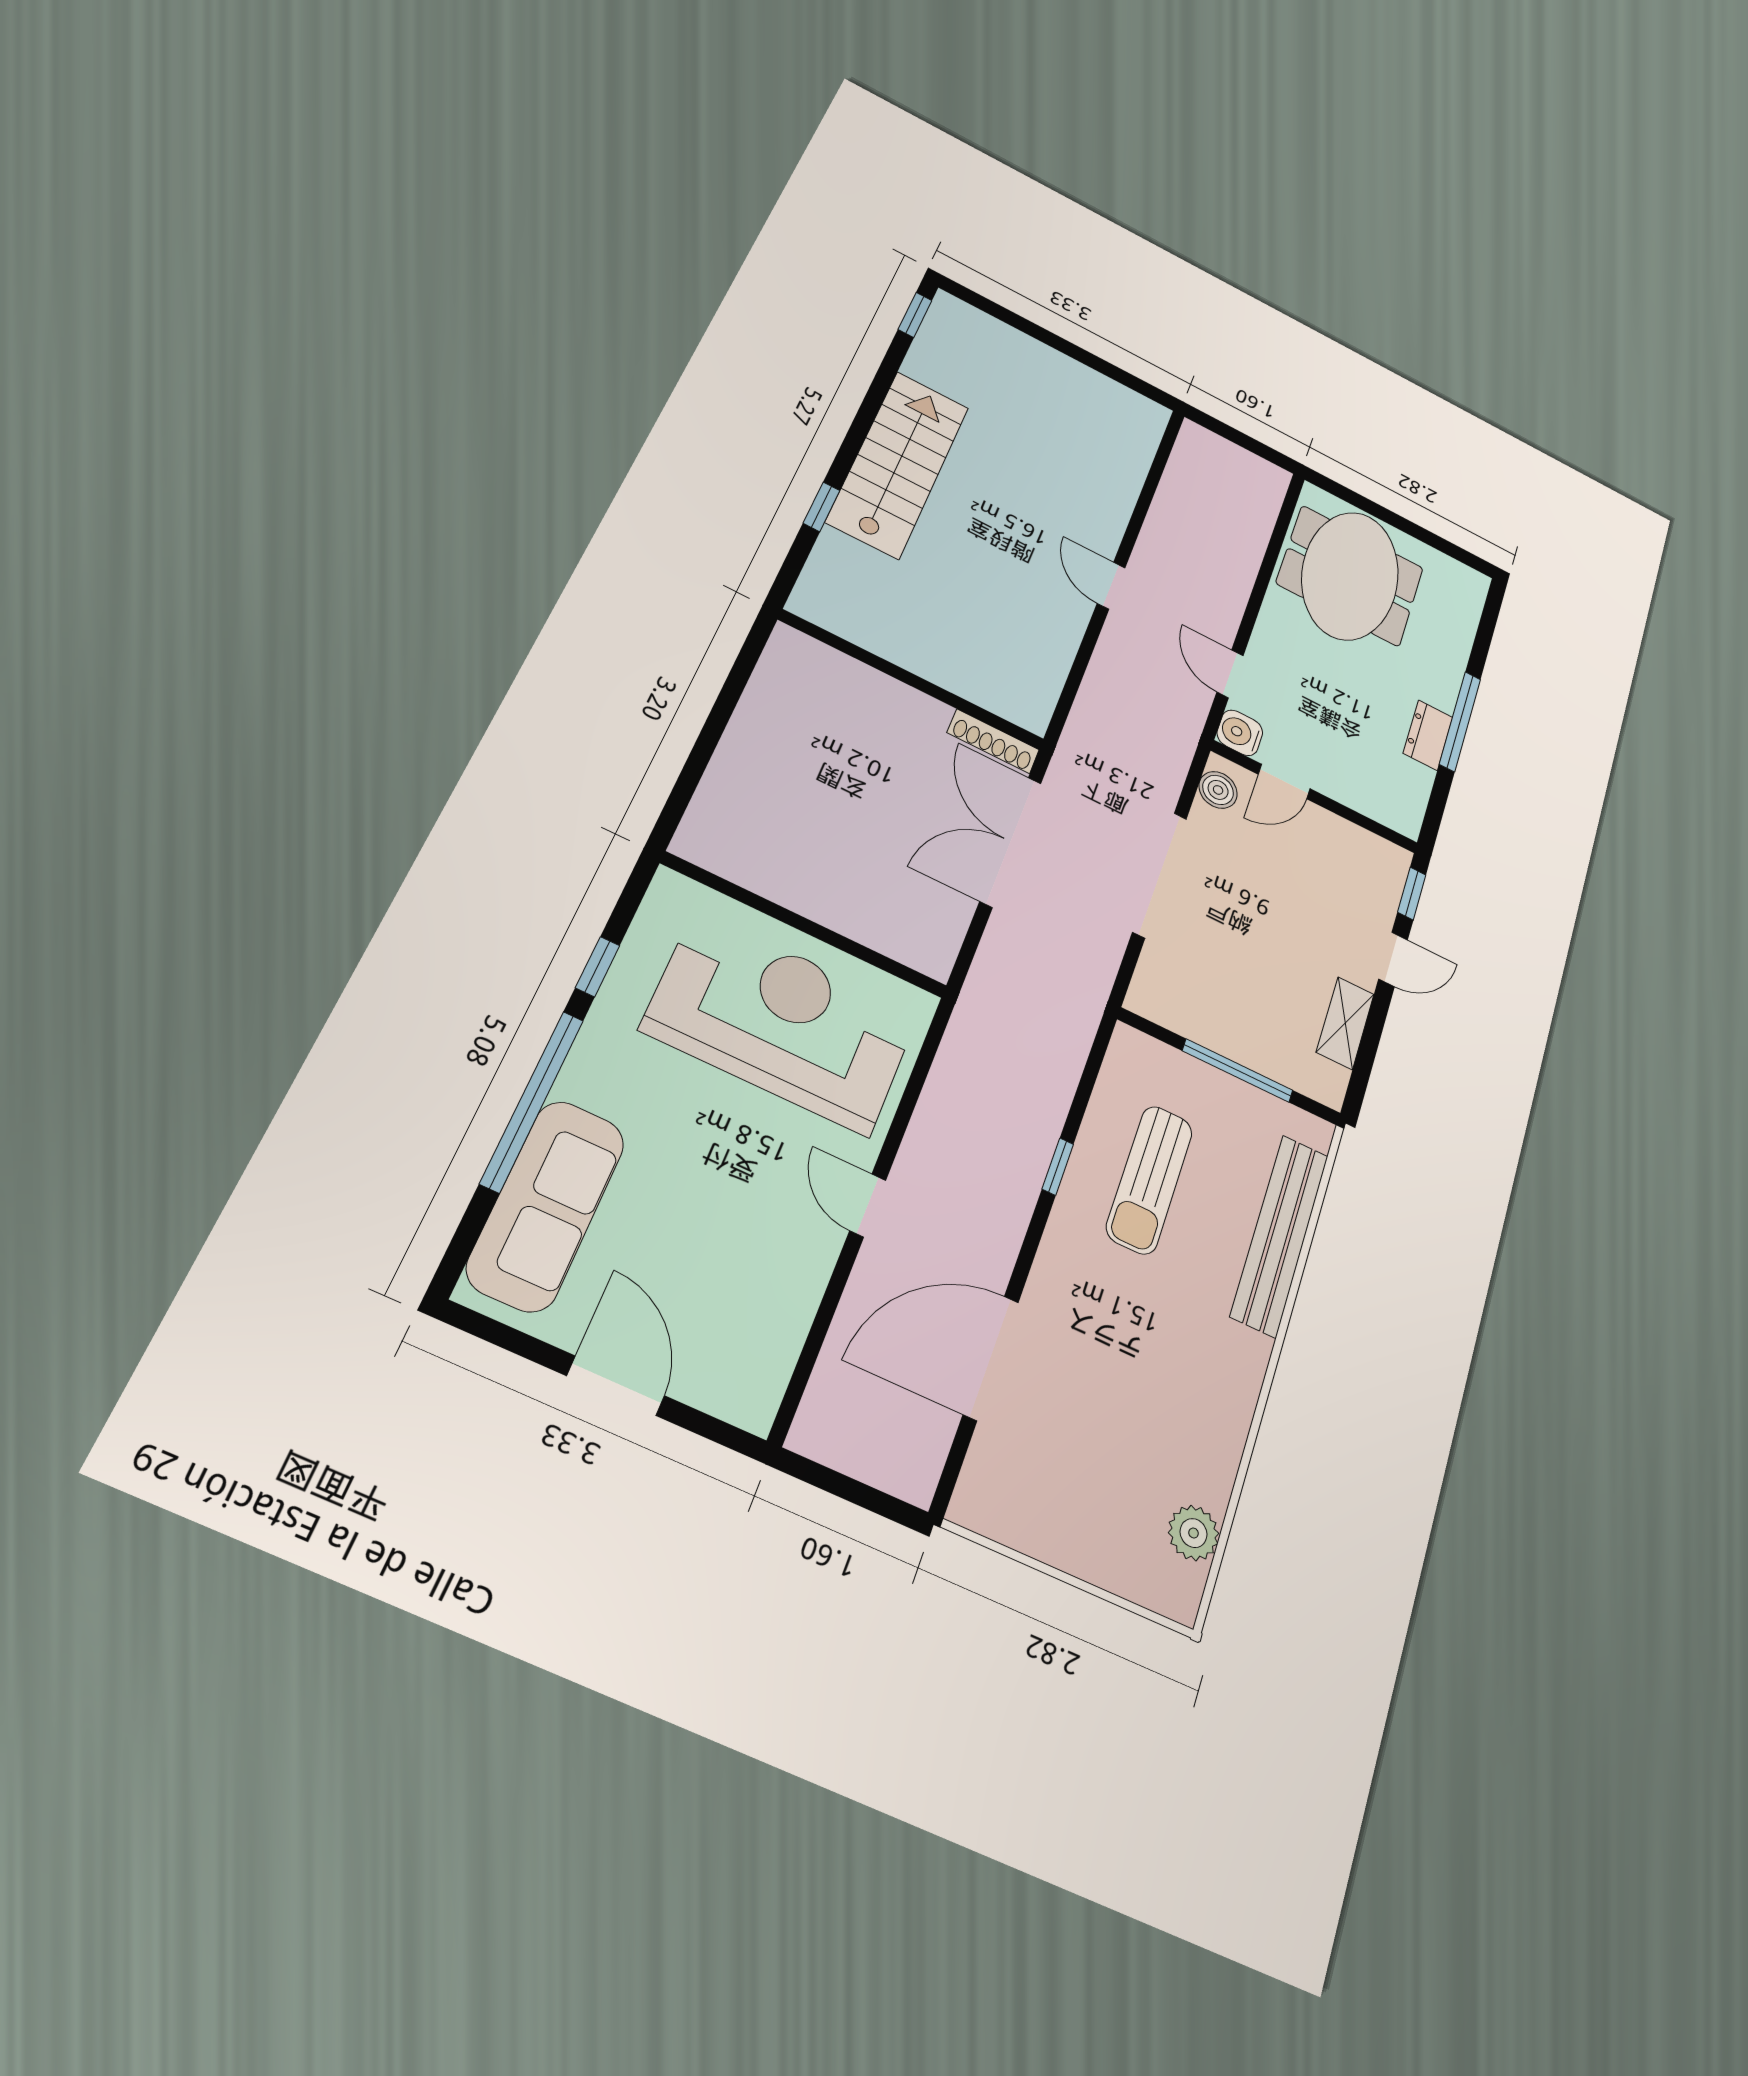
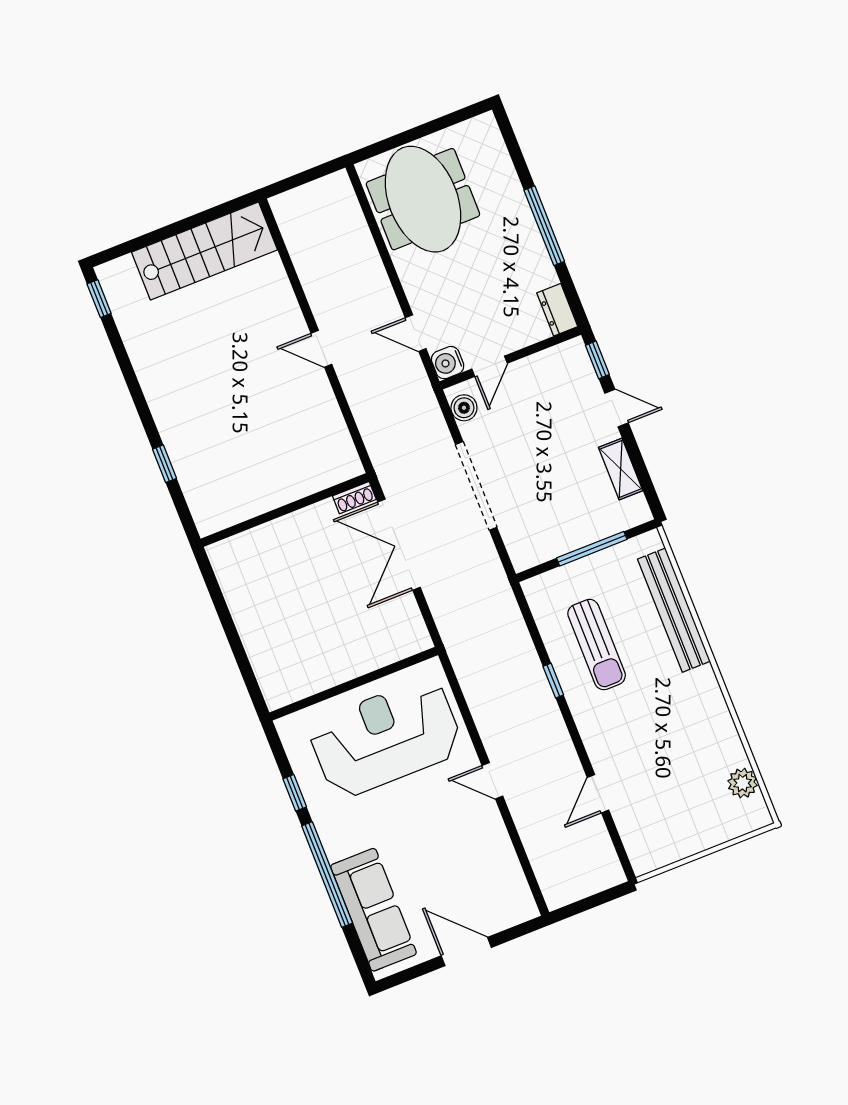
stairs: (898, 464) -> (204, 251), moved, turned 90
dresser: (1428, 735) -> (557, 310), moved
shoe rack: (993, 741) -> (354, 498), width x0.70
door: (1393, 959) -> (616, 408), hinge flipped
door: (991, 1358) -> (598, 794), width x0.53

